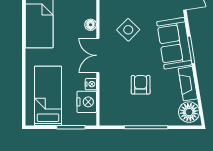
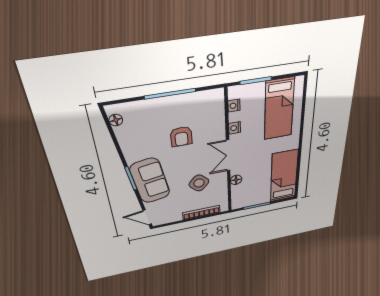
double door: (98, 55) -> (228, 155), swing flipped
fireplace: (188, 84) -> (128, 147), removed
nightstand: (87, 102) -> (234, 106), width x0.53, depth x0.56
floor lamp: (189, 112) -> (116, 120), width x0.53, depth x0.53

